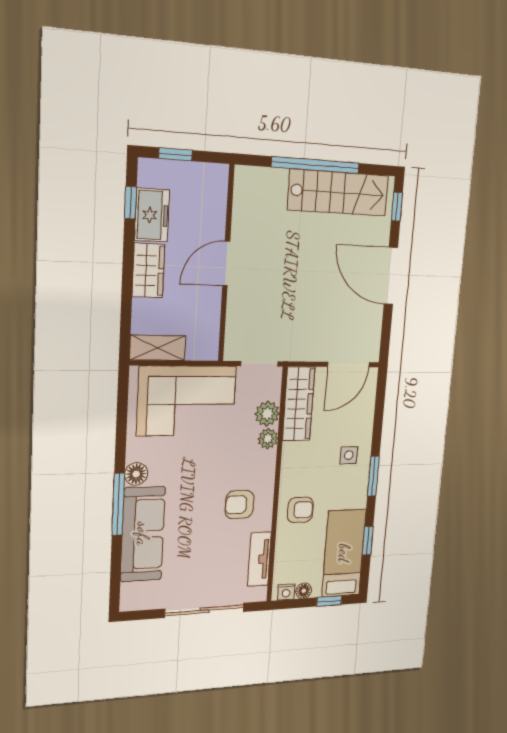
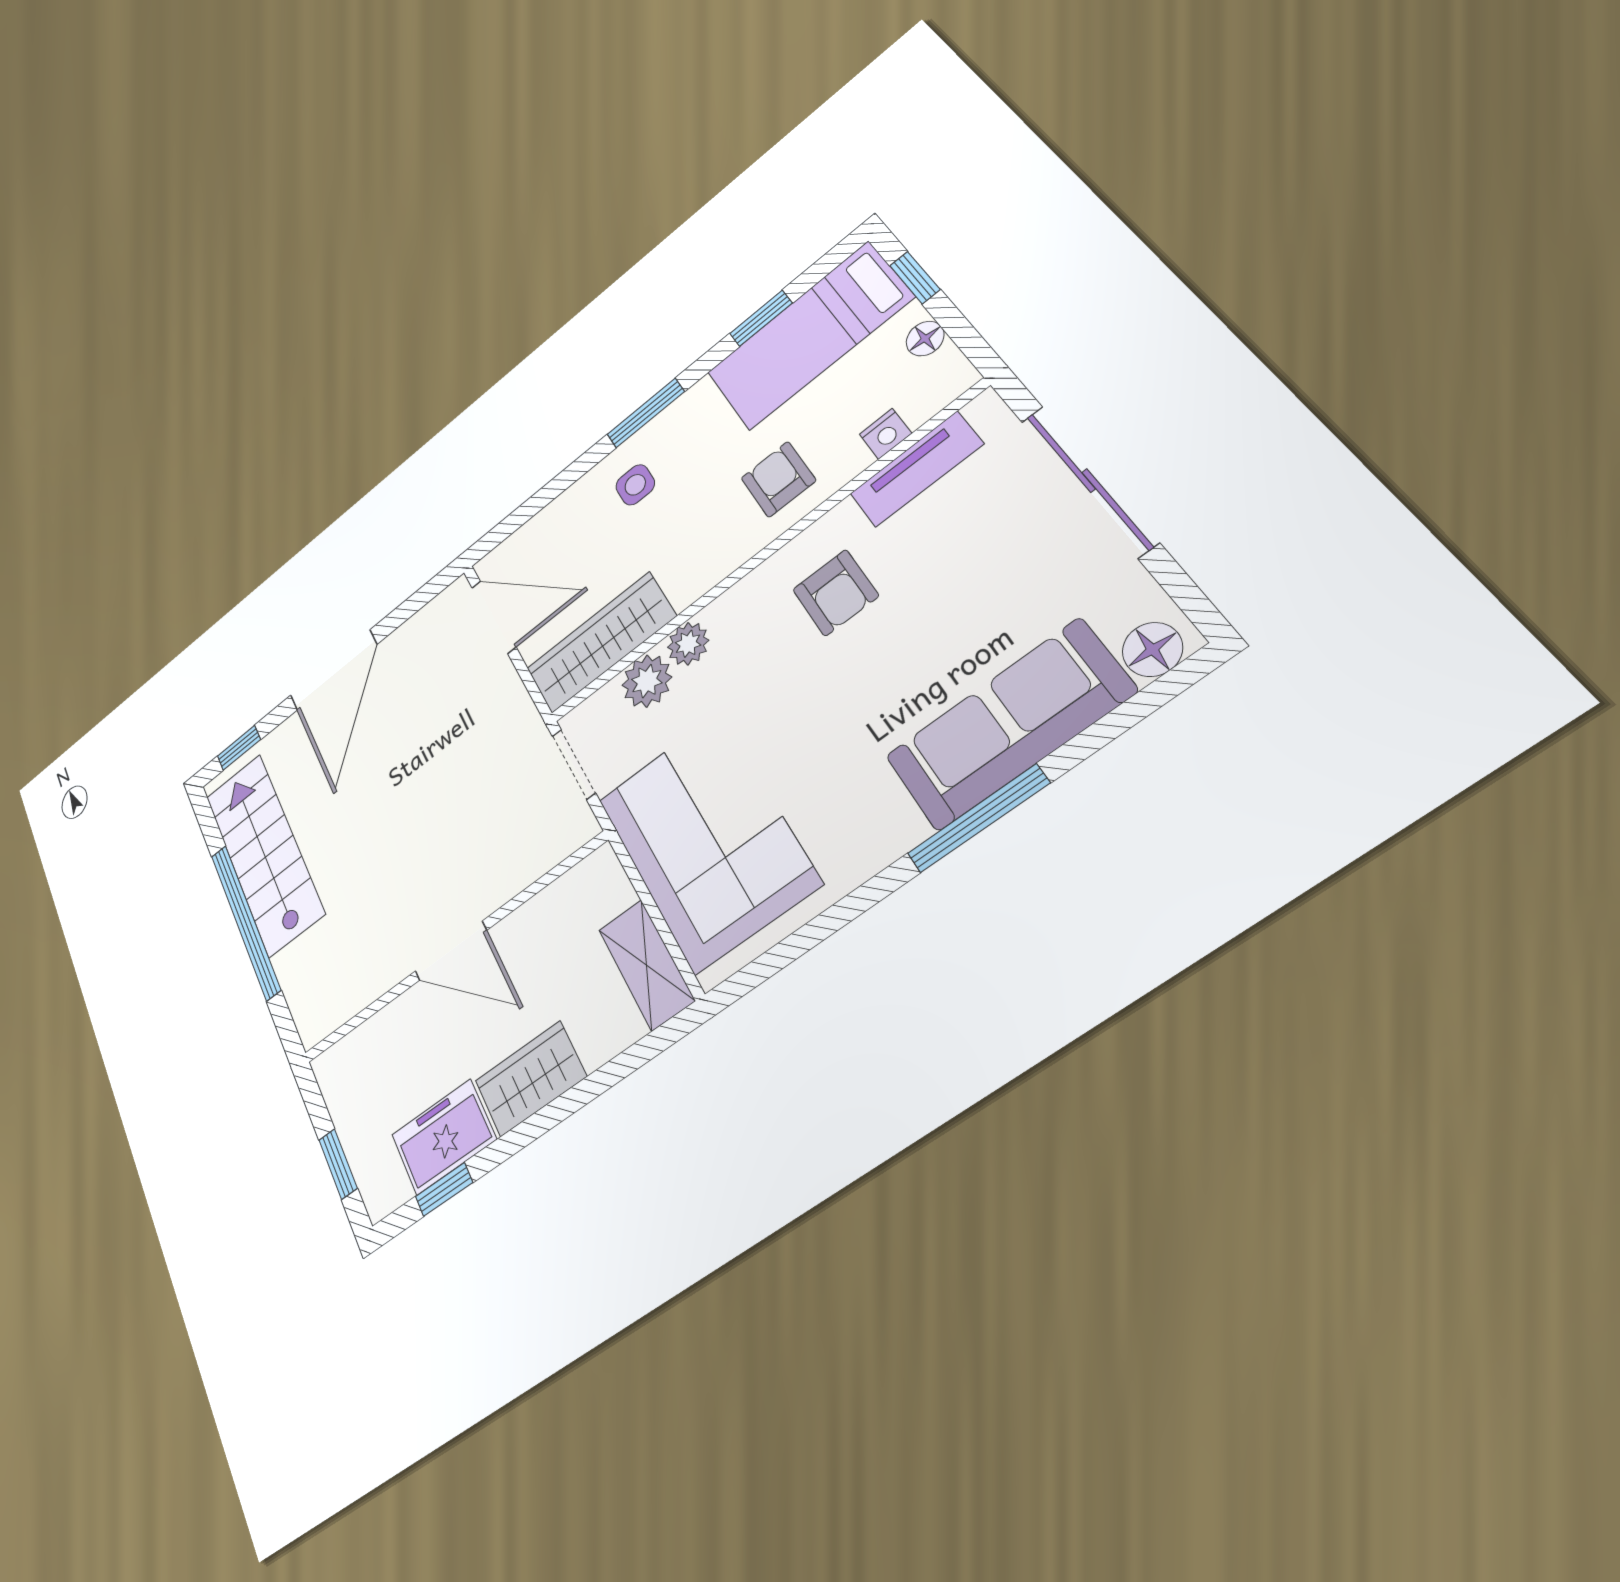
floor lamp: (136, 474) -> (1152, 649), moved
nightstand: (286, 592) -> (885, 434), moved, turned 90

